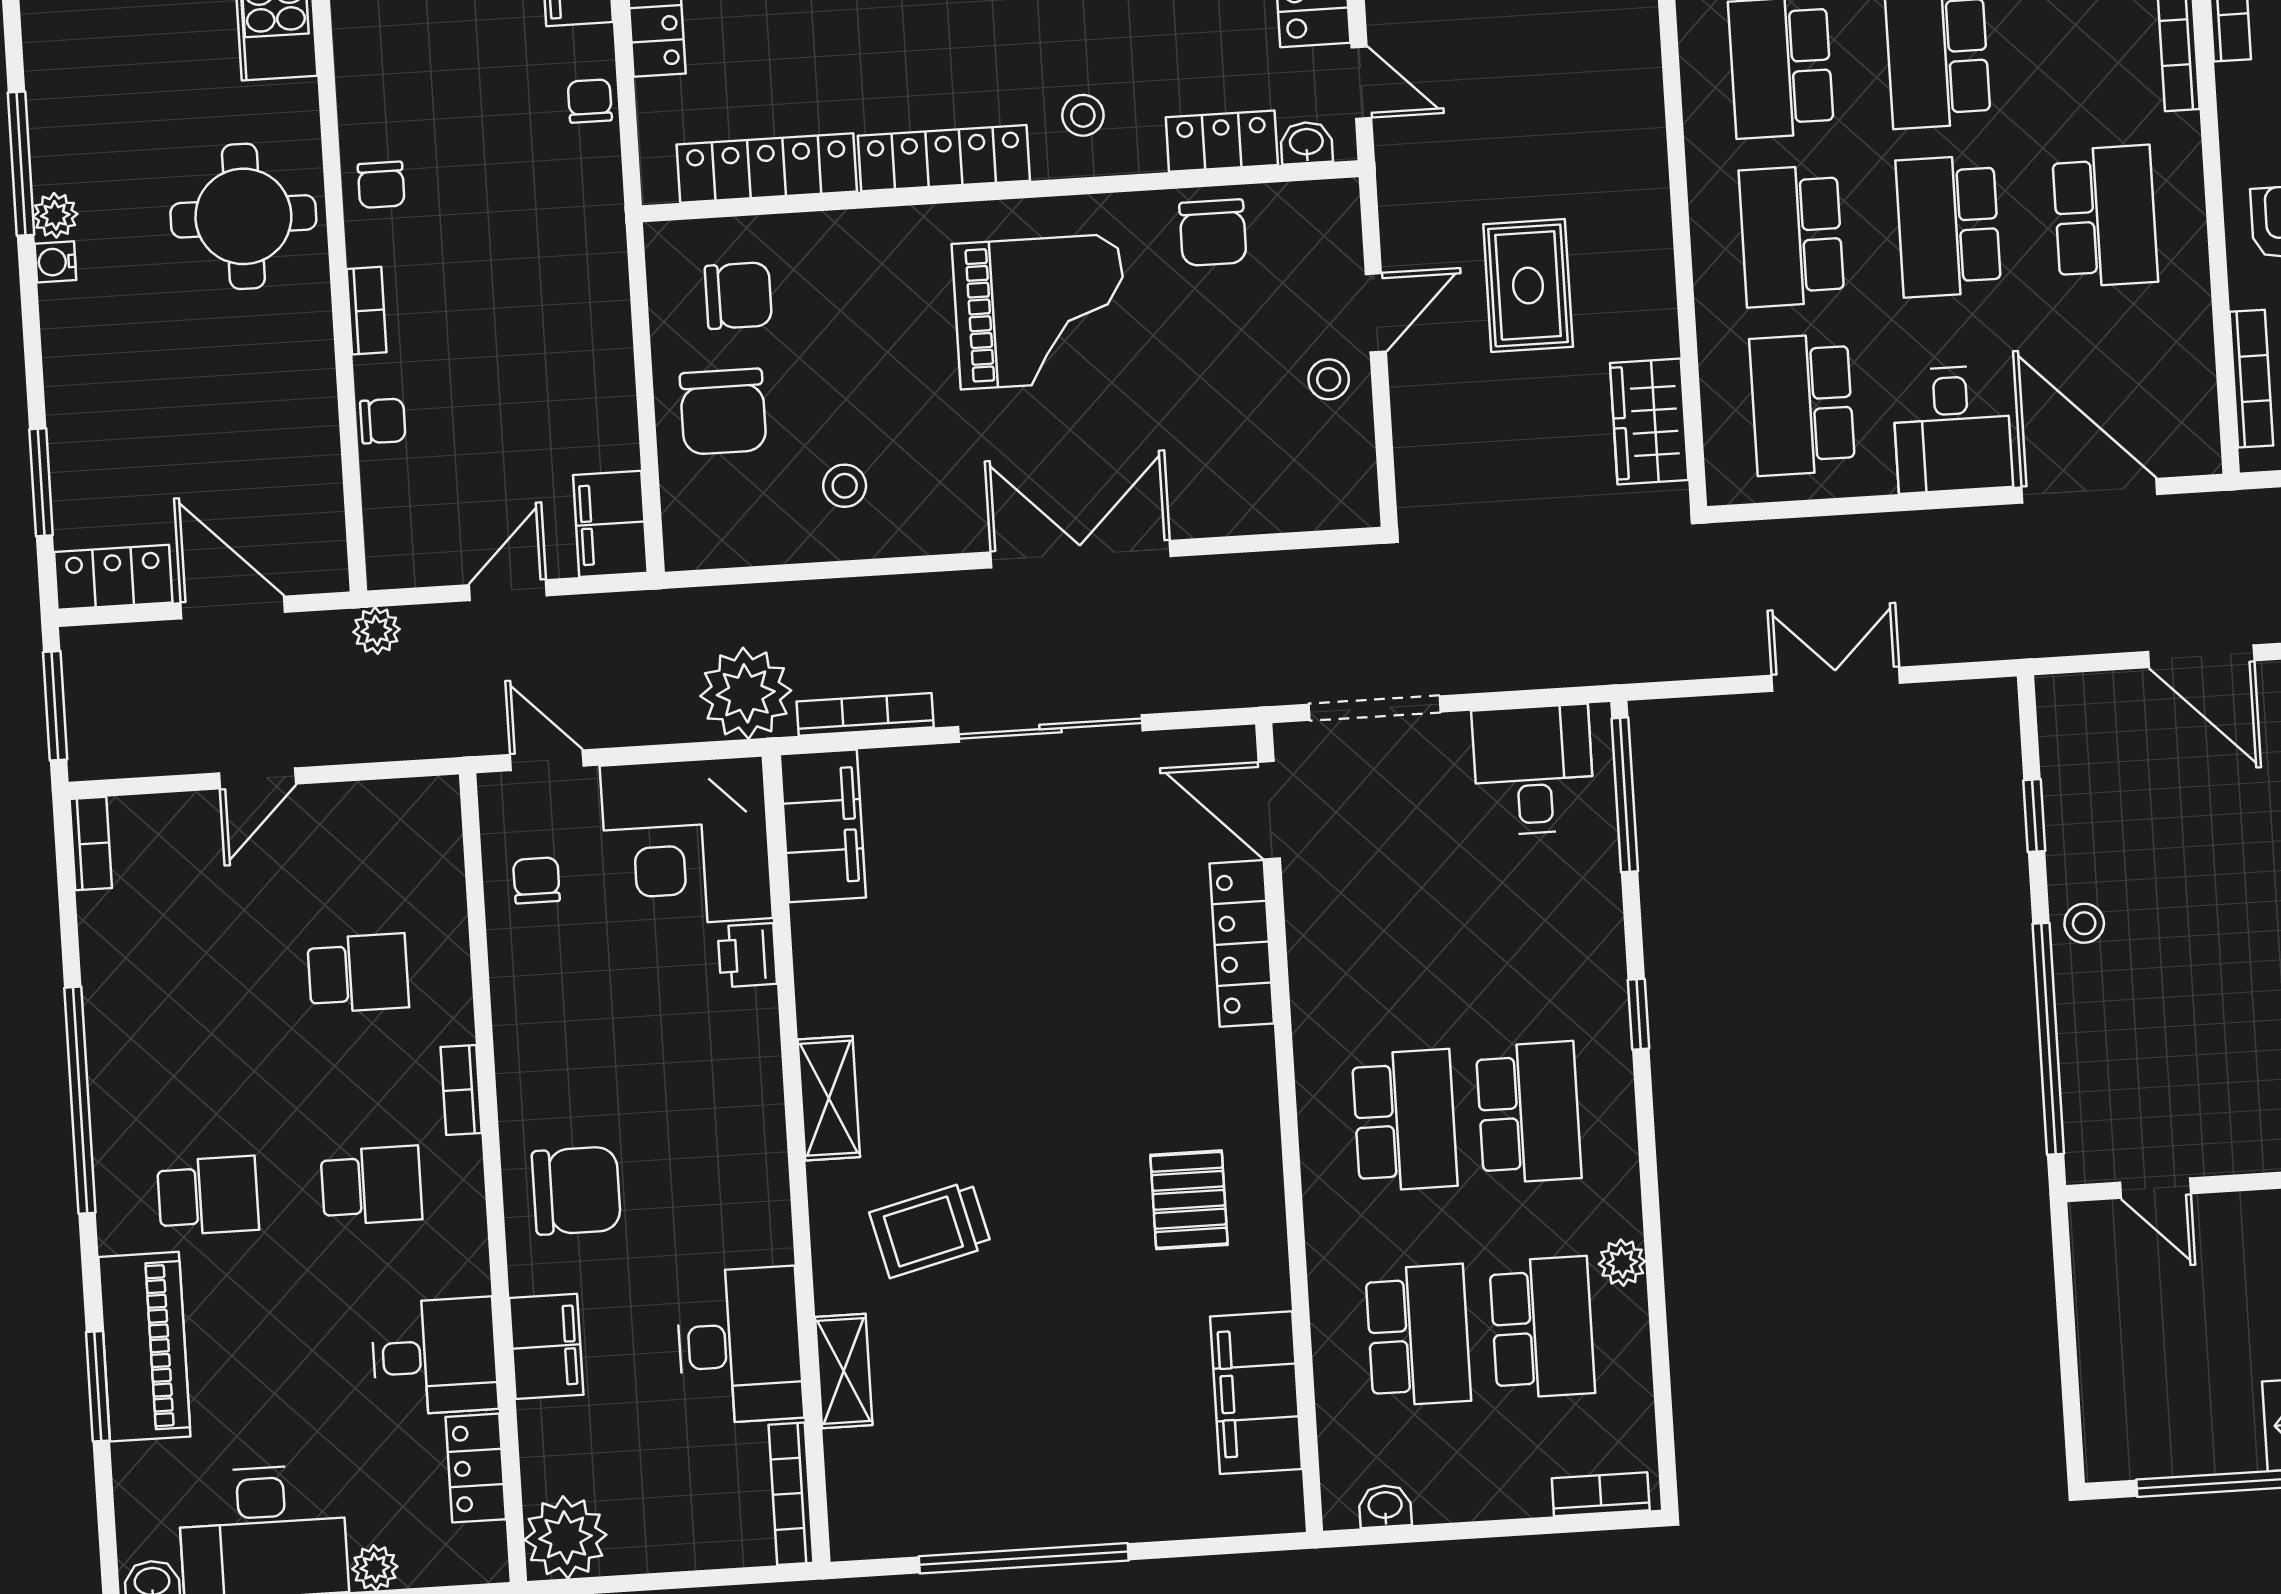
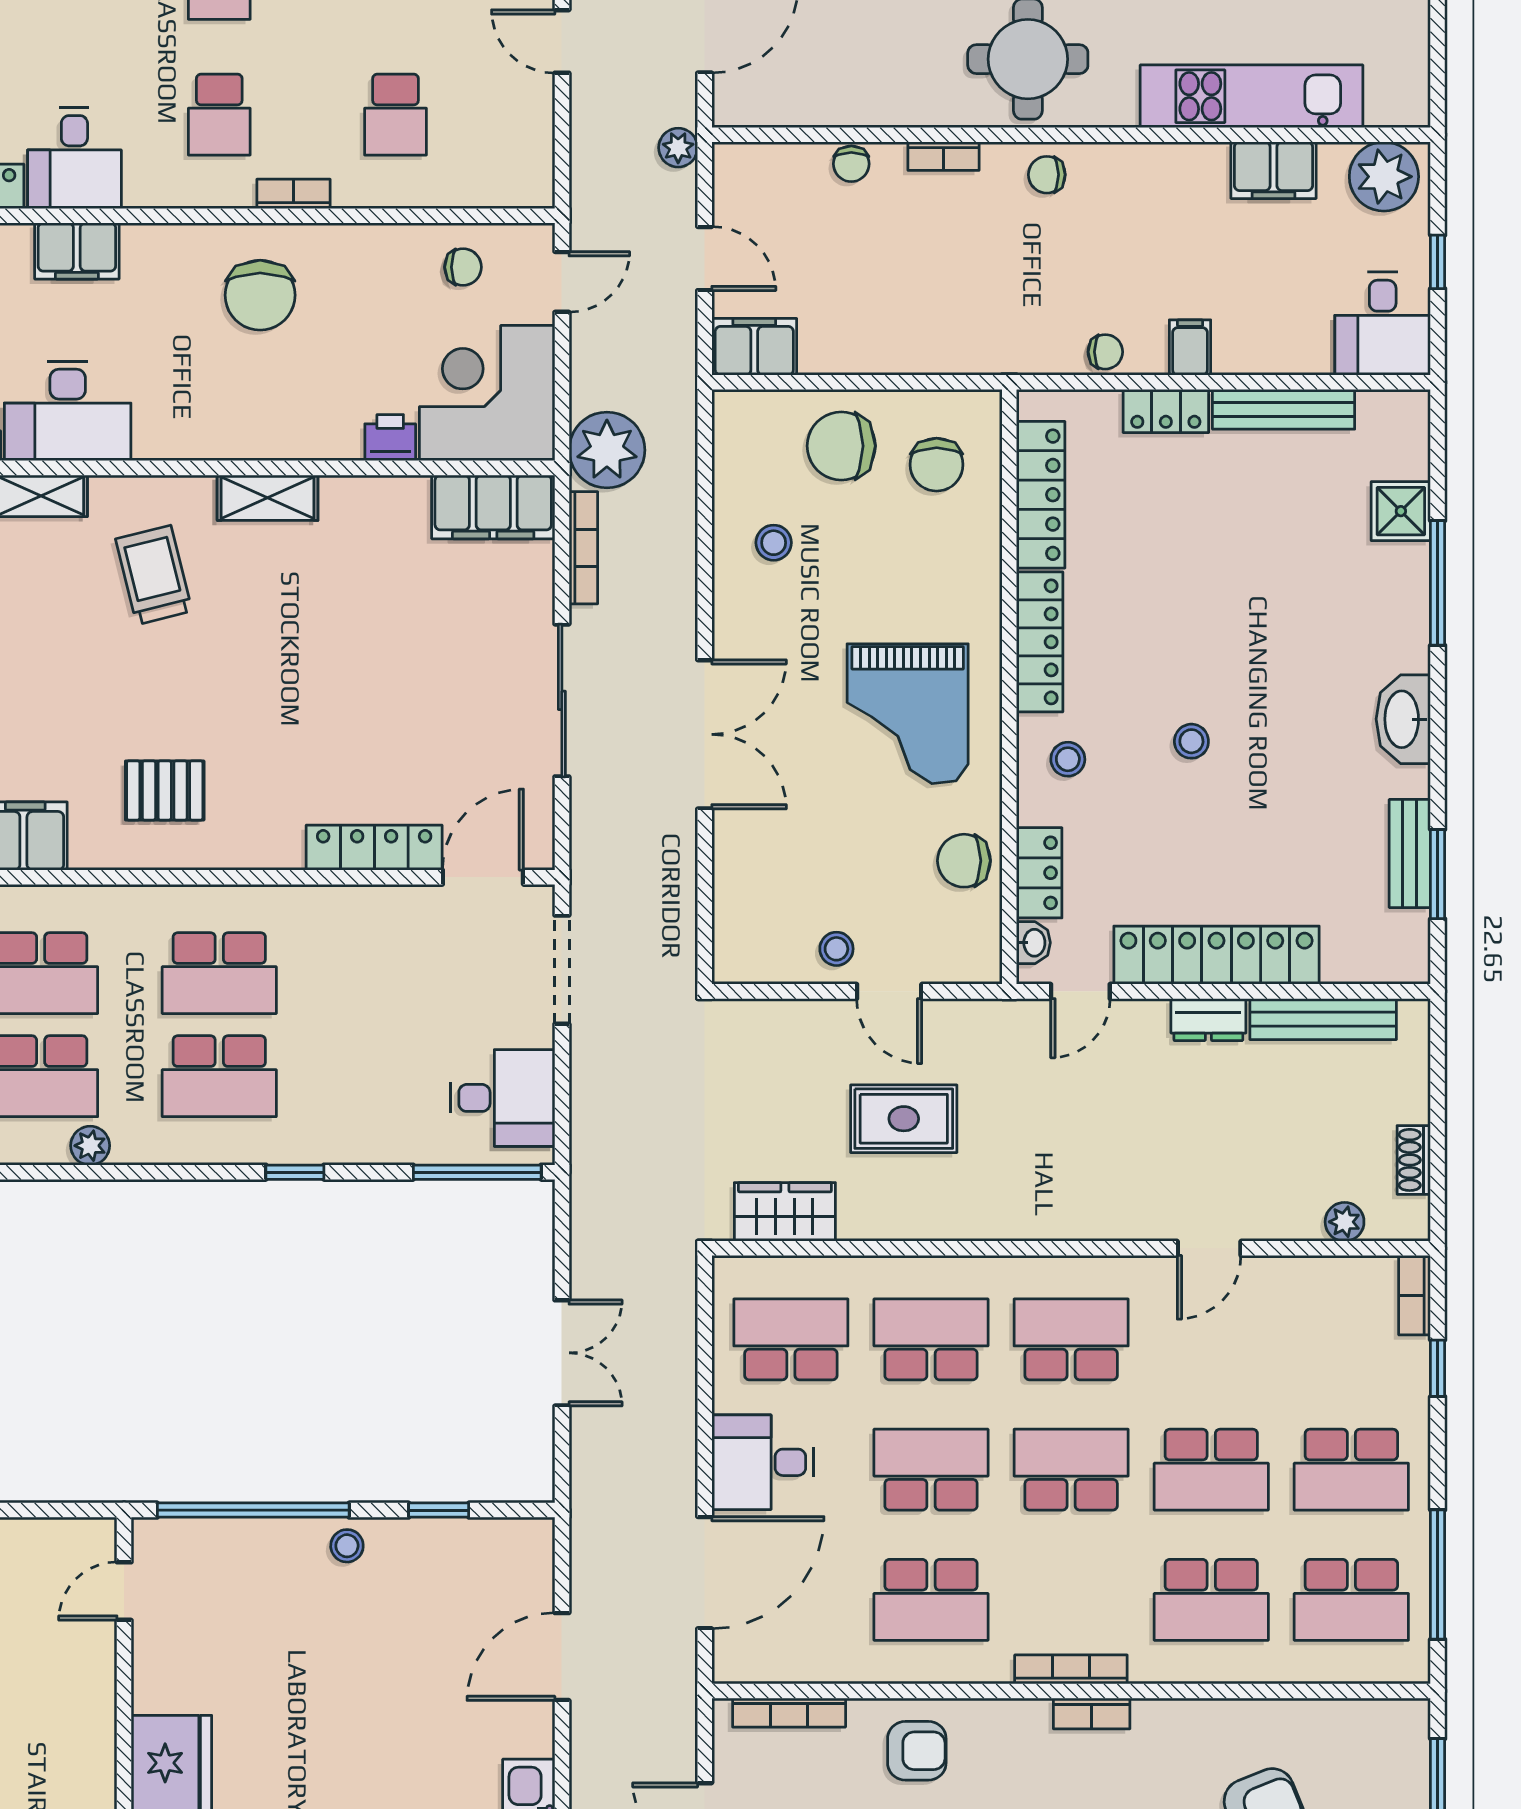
chair: (576, 1191) -> (260, 295), moved

